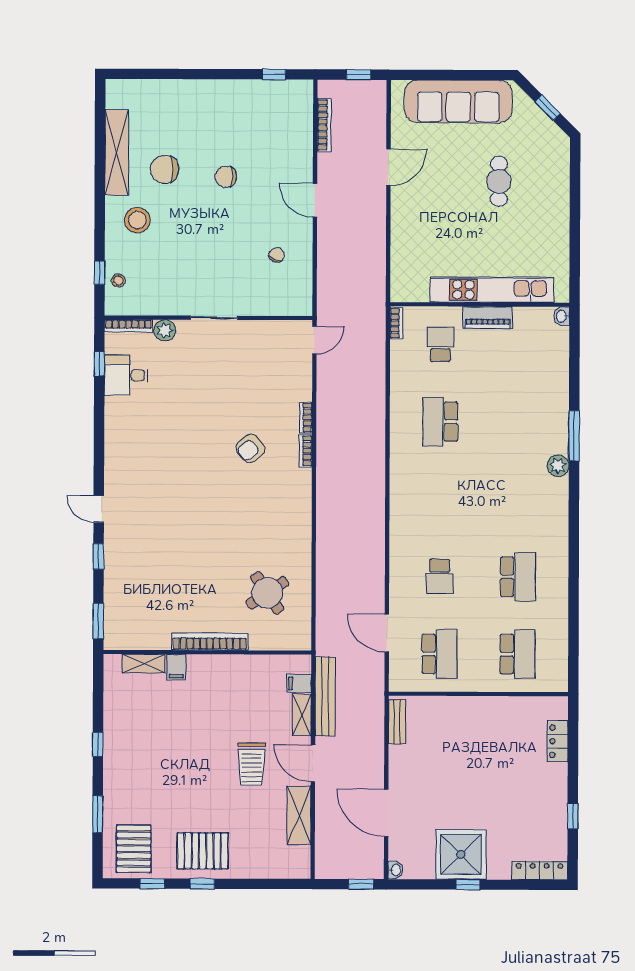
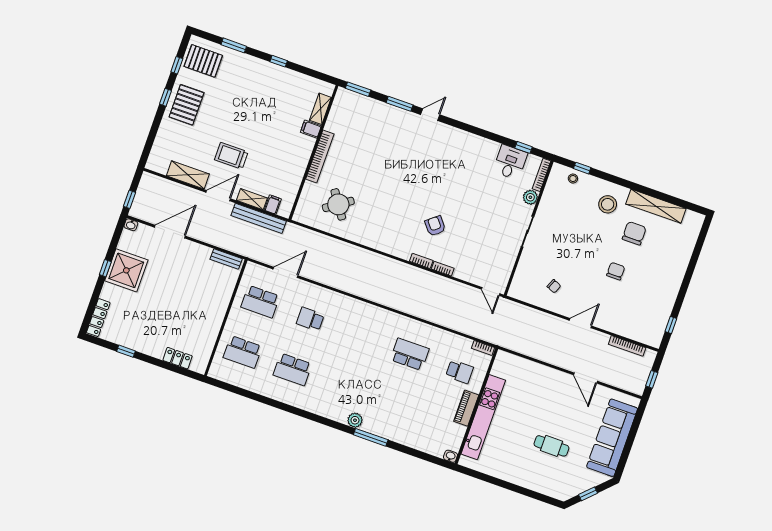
window: (99, 556) -> (400, 104), width x1.50

